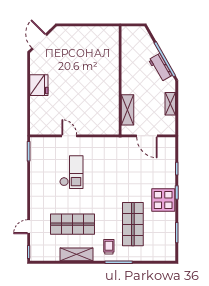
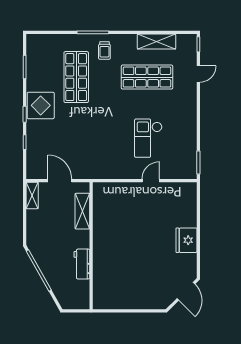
workbench: (160, 67) -> (82, 264), moved, turned -150
shelving: (170, 104) -> (32, 195), moved
door: (69, 136) -> (151, 181), swing flipped
shelving: (76, 254) -> (157, 42), moved

